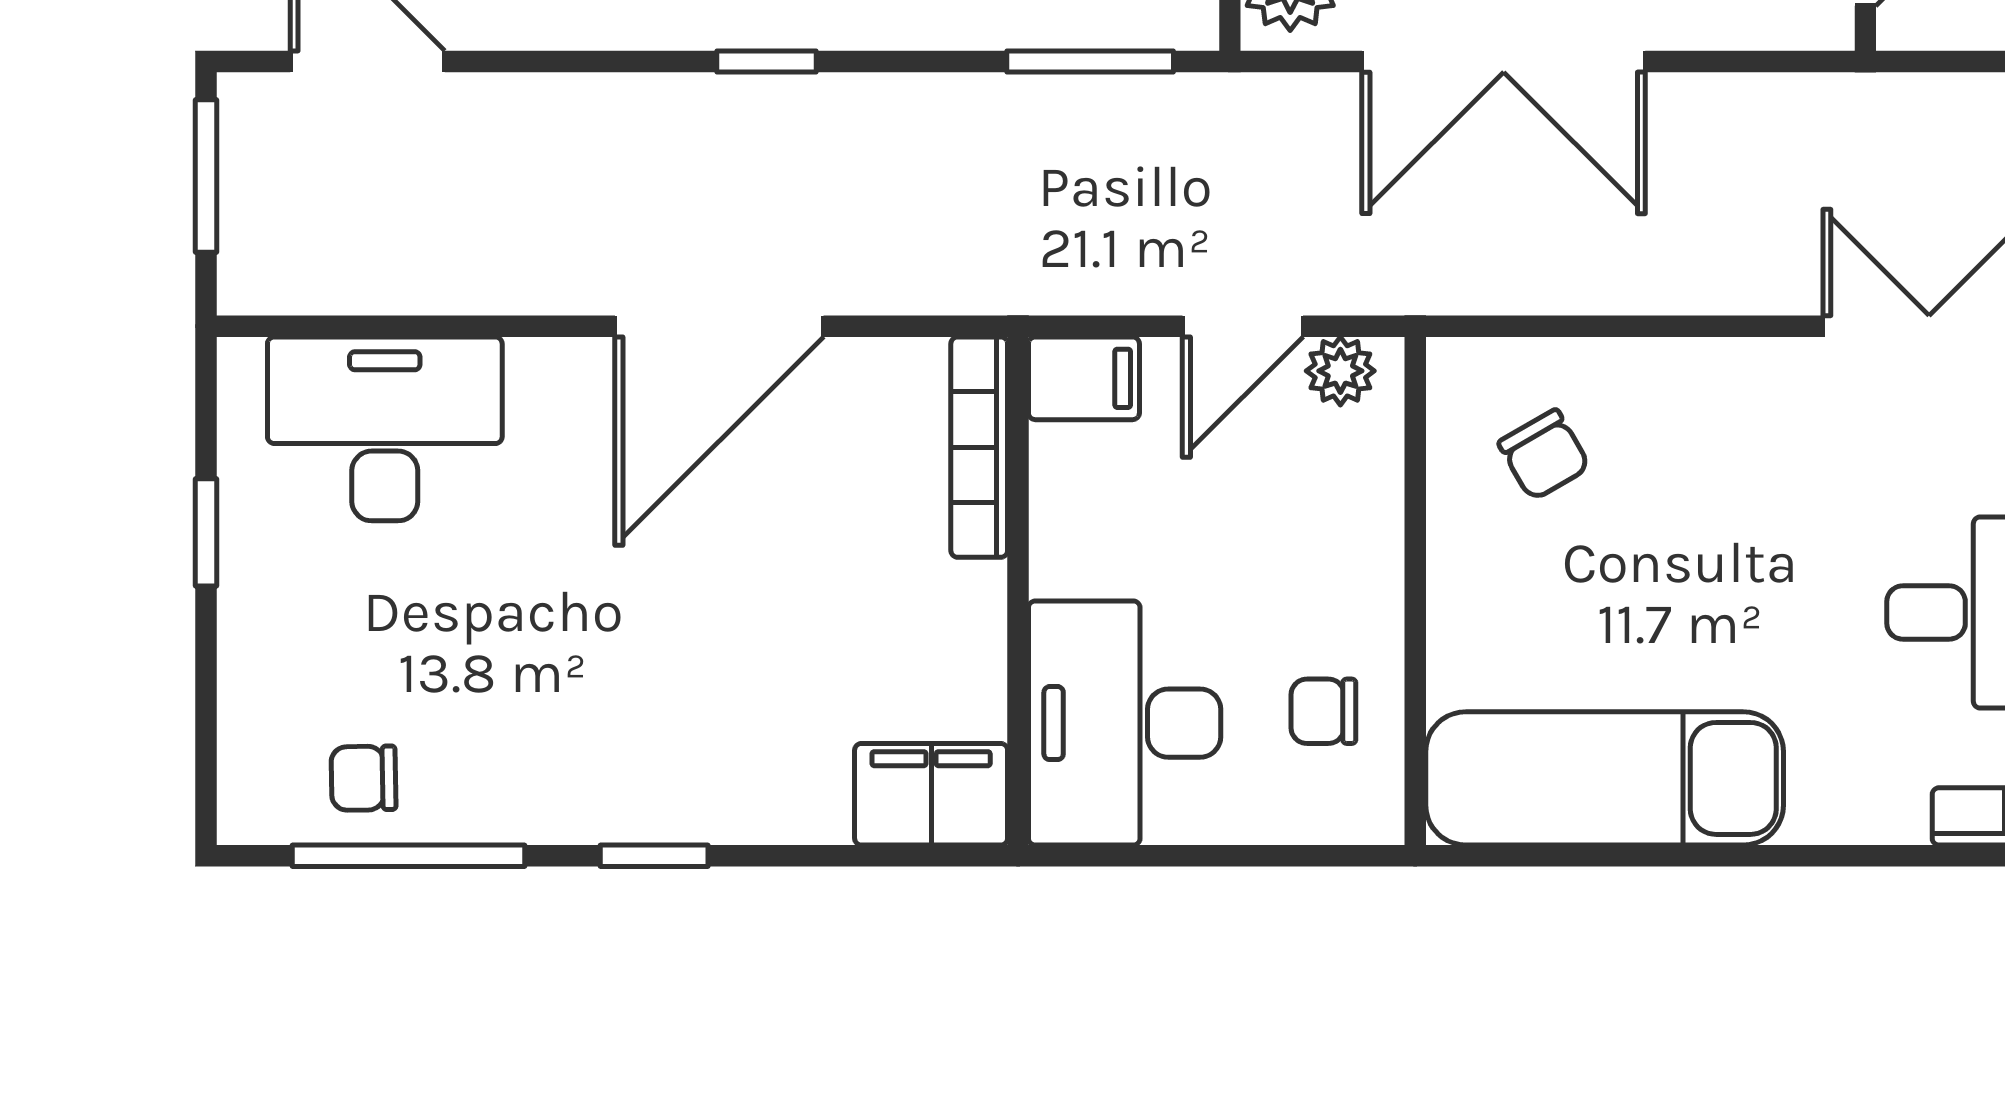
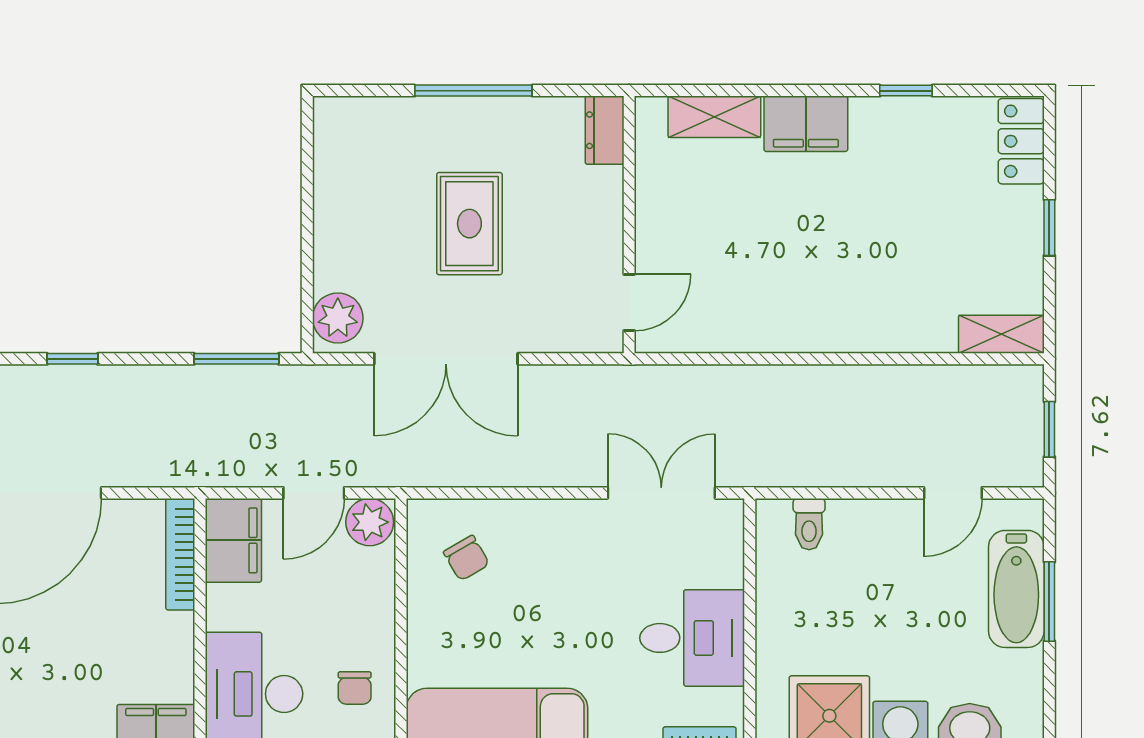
plant: (1340, 371) -> (370, 522), width x1.38, depth x1.38
filing cabinet: (1084, 378) -> (233, 540), width x2.00
chair: (1323, 711) -> (355, 688), turned -90

